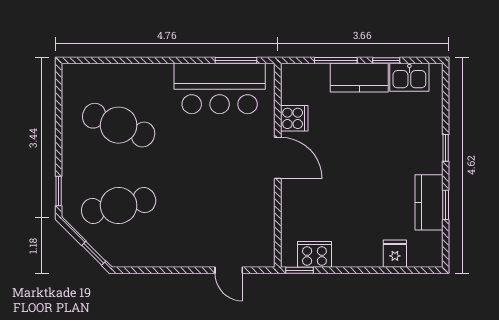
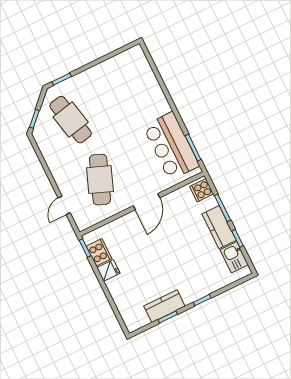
cooker: (294, 118) -> (202, 190), moved, turned 90
cafe table: (119, 125) -> (100, 180), moved
fridge: (395, 254) -> (108, 270), moved

